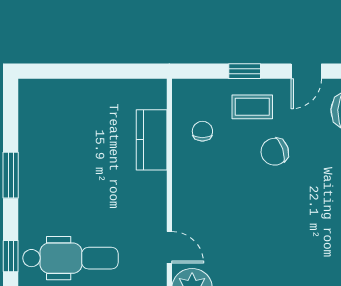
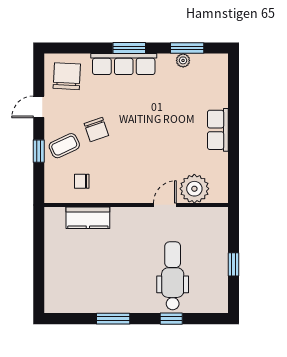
door: (306, 71) -> (39, 107), swing flipped
coffee table: (252, 107) -> (64, 146), turned 65

